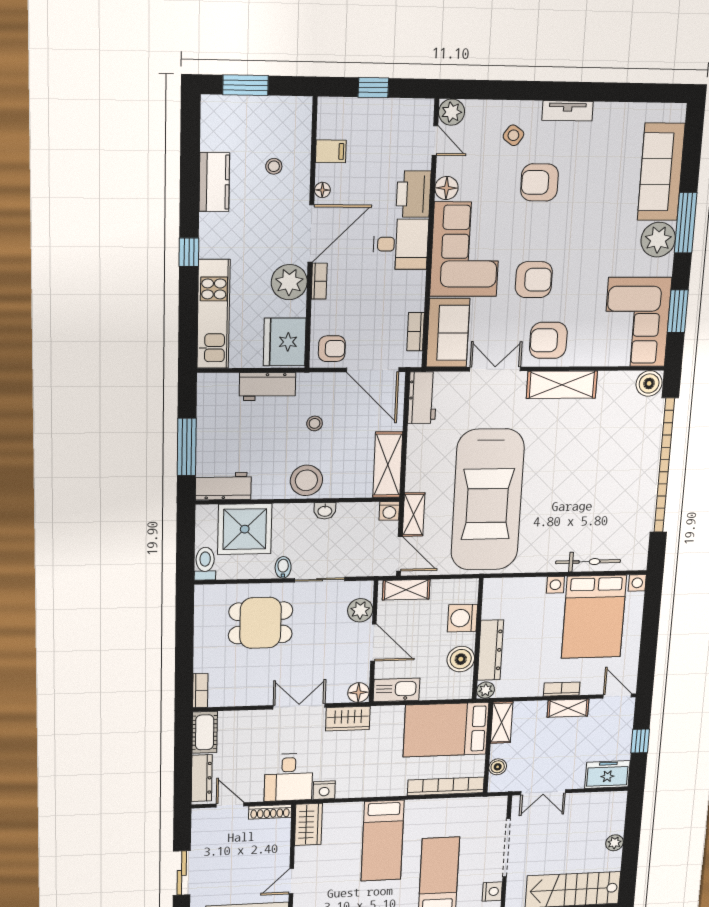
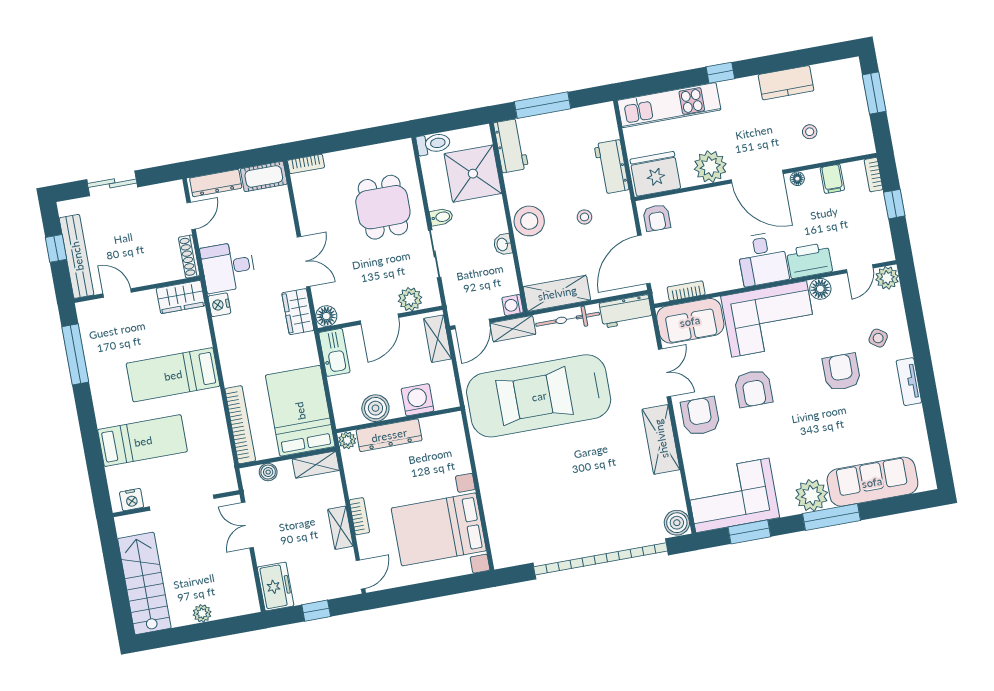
bookcase: (319, 281) -> (874, 175), moved, turned 90
bicycle: (588, 562) -> (568, 319), moved, turned 90

